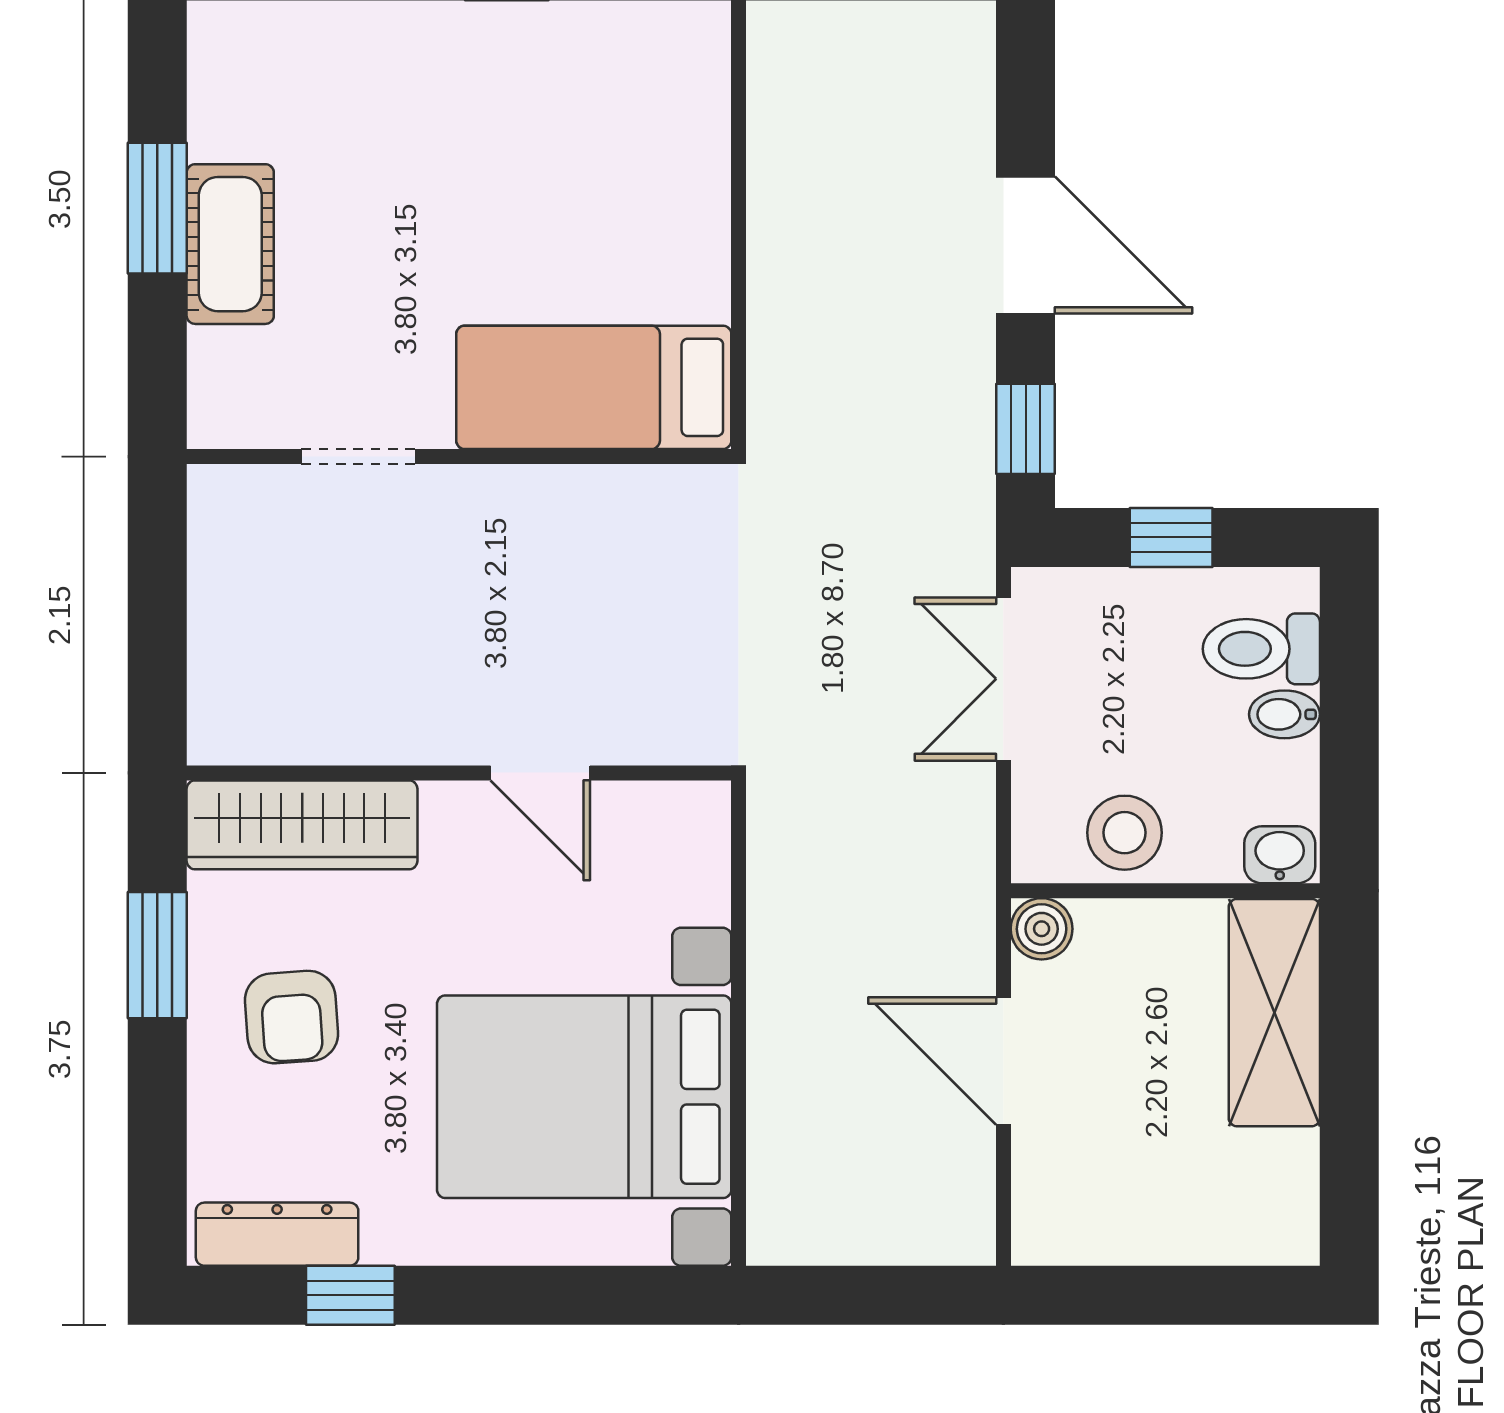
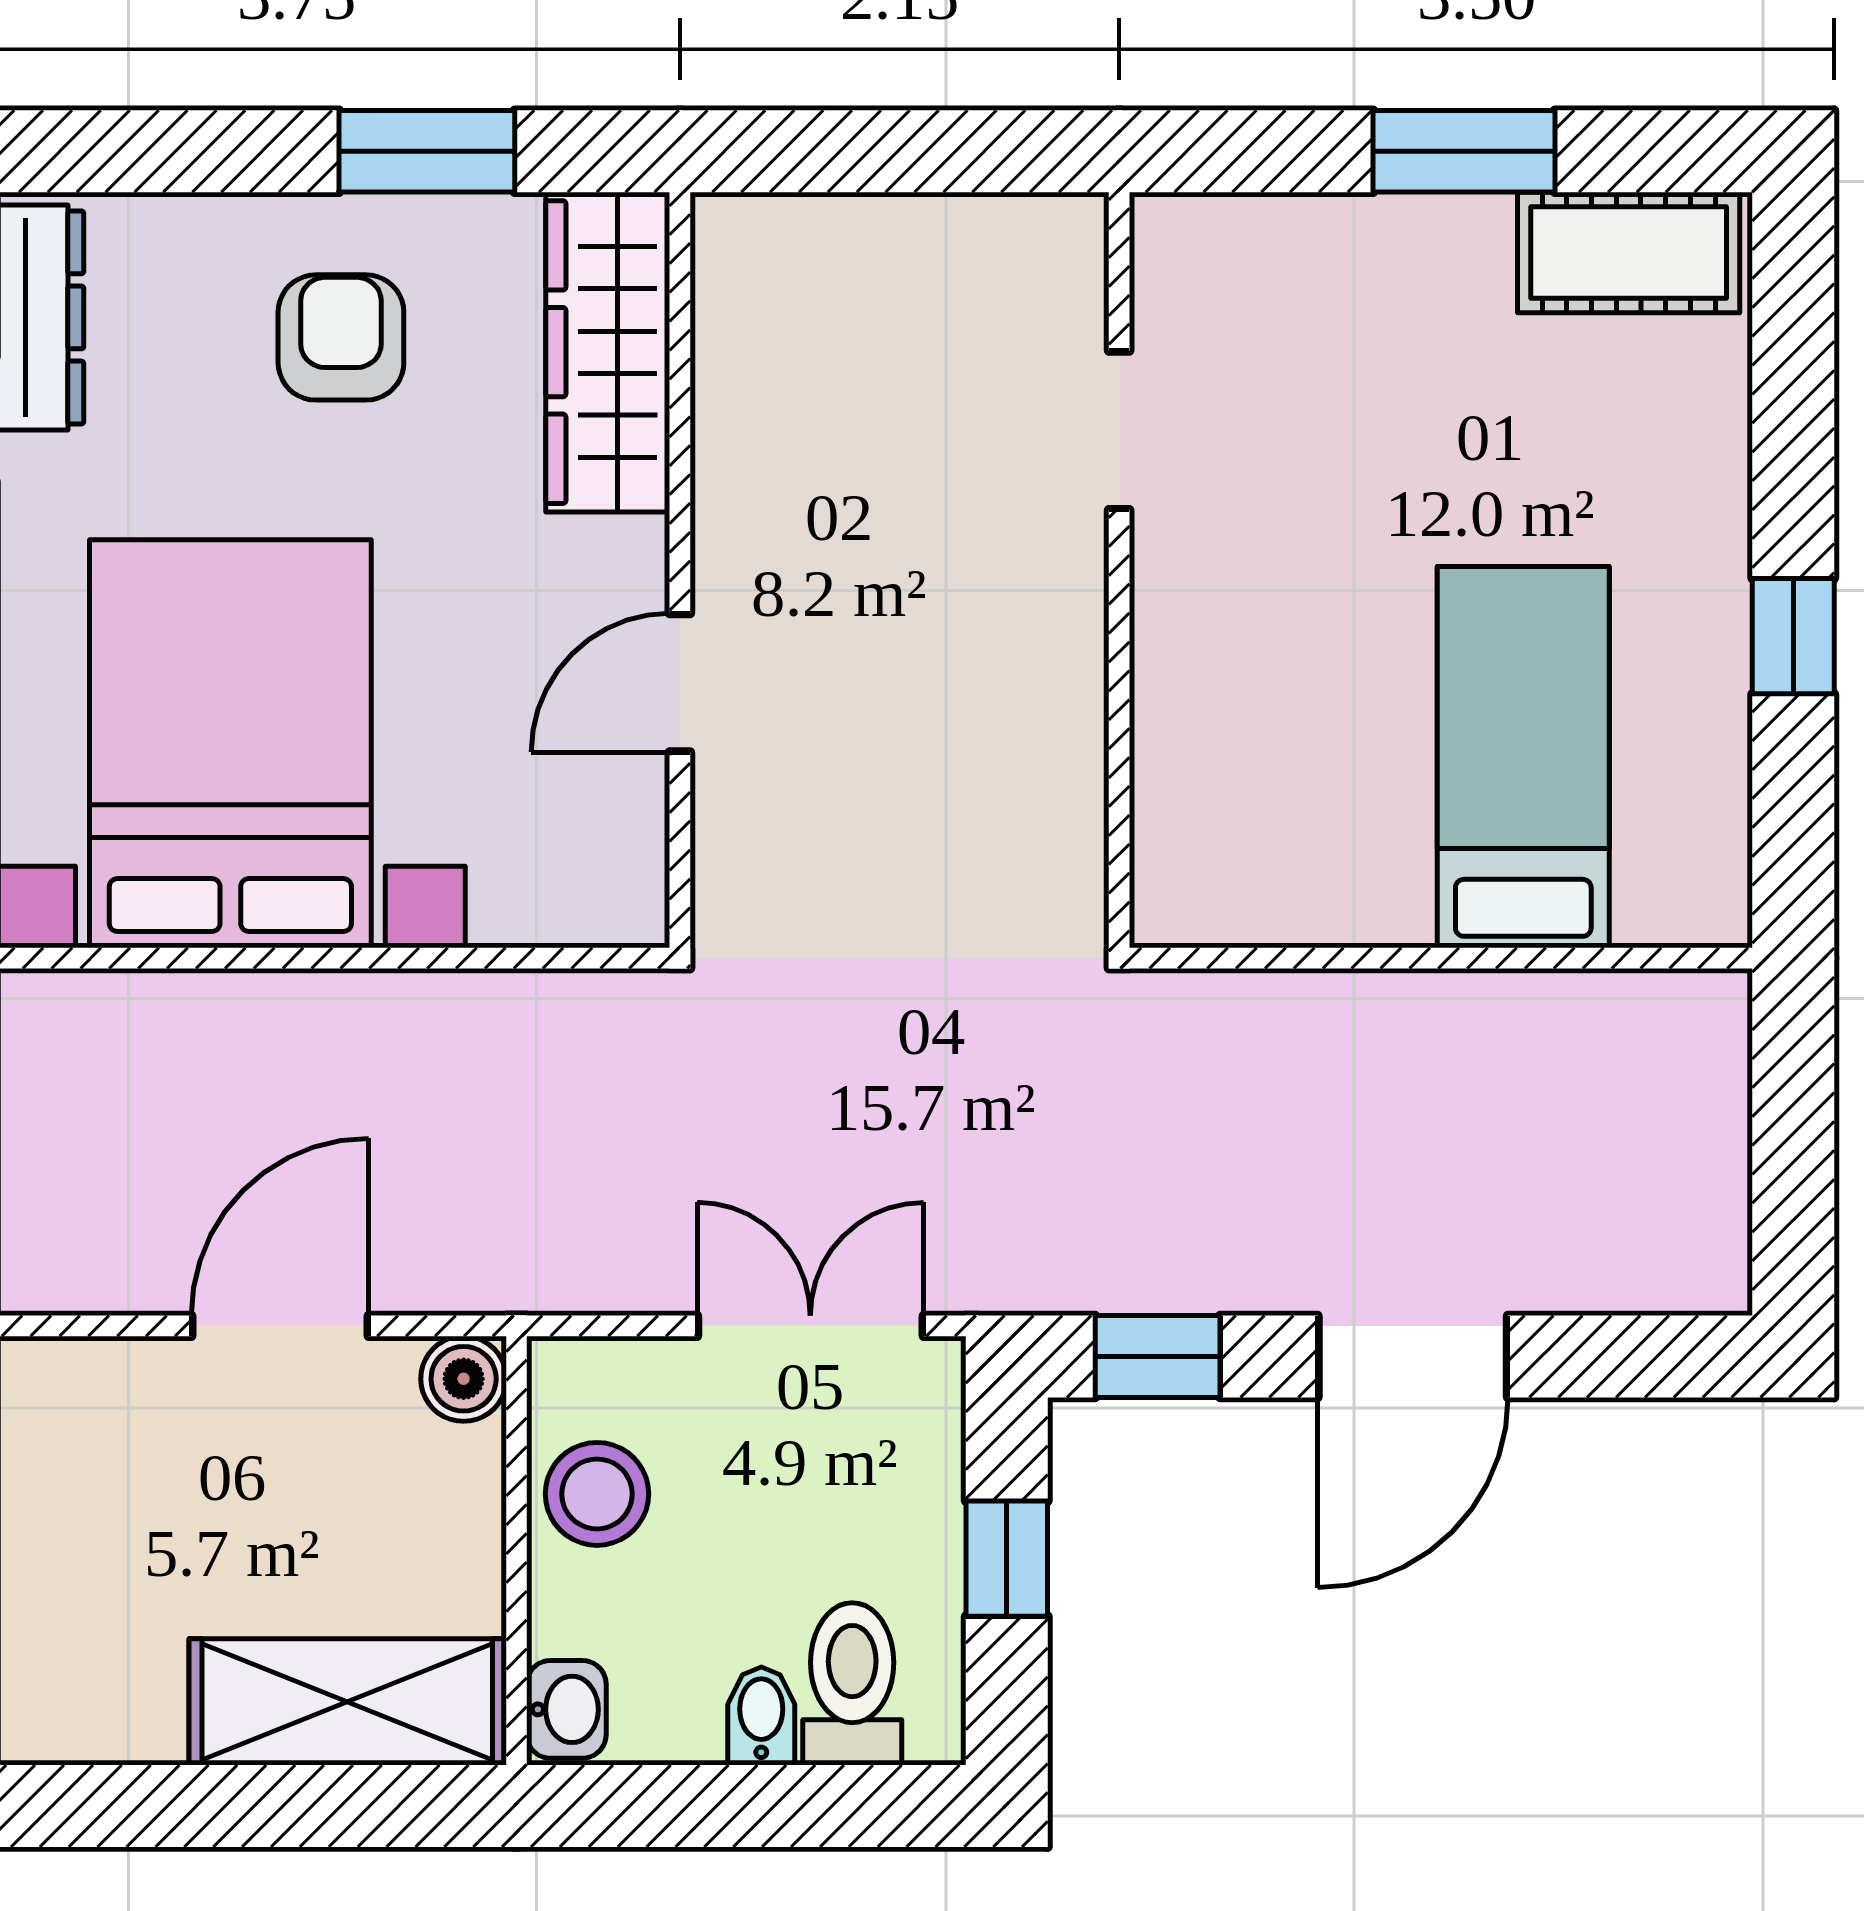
cot: (230, 244) -> (1629, 252), moved
bed: (594, 387) -> (1523, 757), moved
armchair: (291, 1017) -> (341, 337), turned 94

